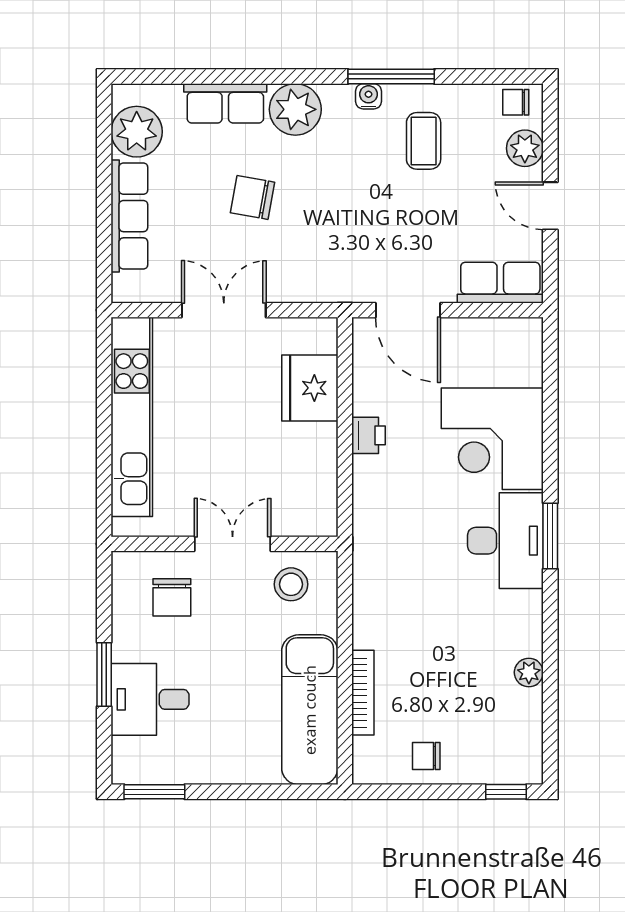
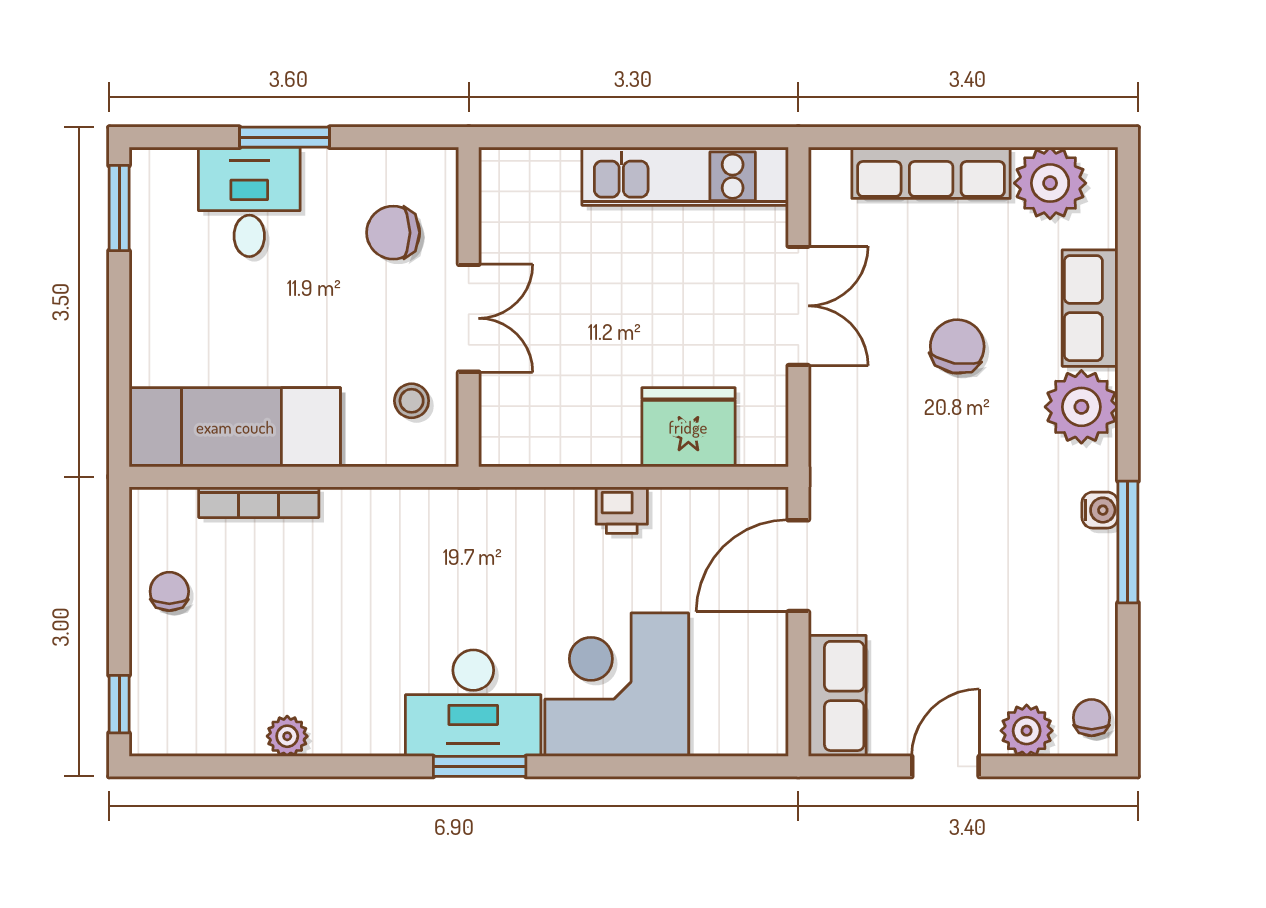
coffee table: (424, 141) -> (1037, 588), removed
kitchen unit: (132, 417) -> (685, 176), width x0.73
stool: (291, 584) -> (412, 401), width x0.73, depth x0.73

